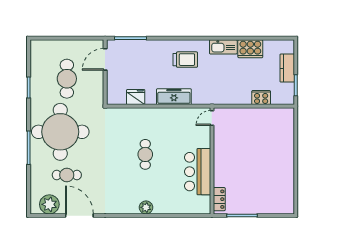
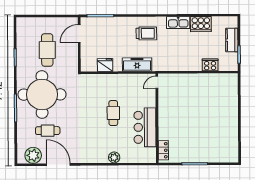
door: (212, 118) -> (157, 82), moved
wall: (212, 161) -> (157, 118), moved
bar counter: (198, 172) -> (145, 127), moved
locker: (219, 199) -> (163, 150), moved

